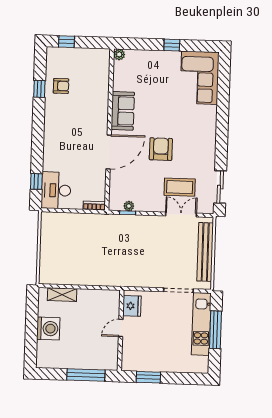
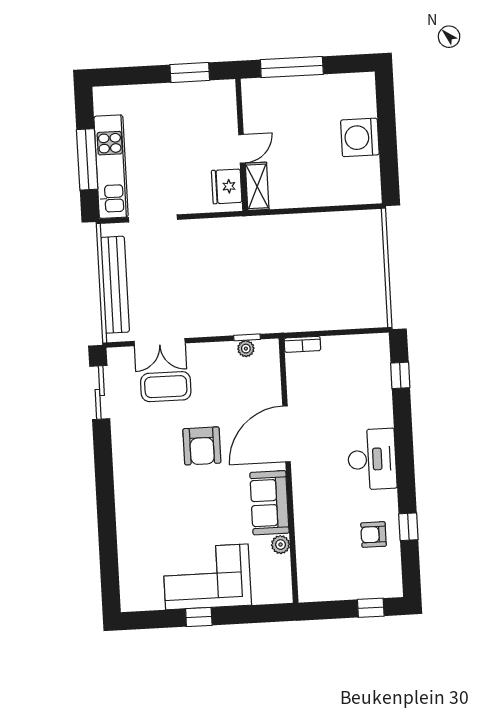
plant: (119, 54) -> (281, 545), moved
corner sofa: (200, 78) -> (207, 577), moved, turned -90
desk: (56, 190) -> (372, 459), moved
shelving: (62, 295) -> (257, 186), moved, turned 90

